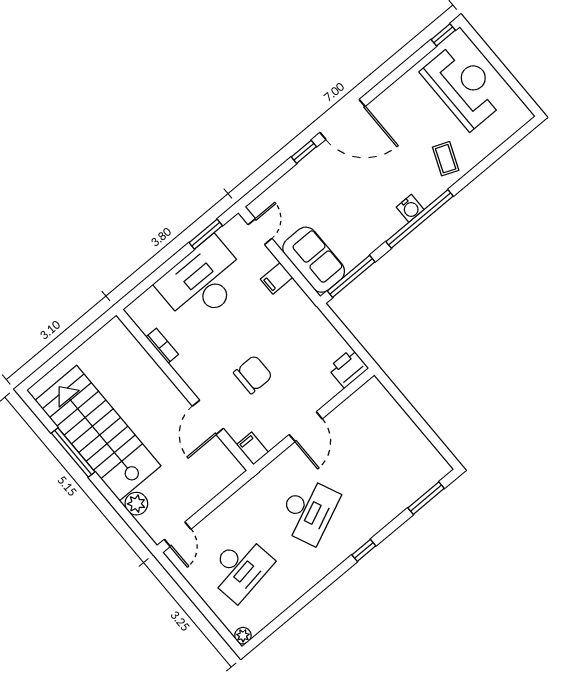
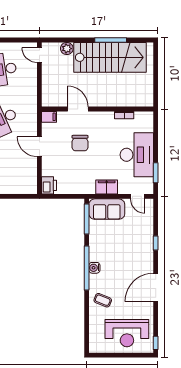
door: (342, 119) -> (156, 287), moved
filing cabinet: (277, 278) -> (107, 187), width x2.00

